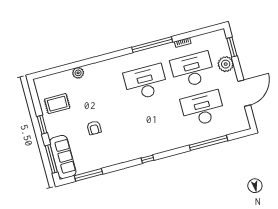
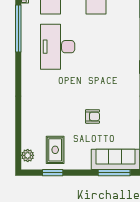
plant: (78, 73) -> (28, 155), moved
window: (42, 125) -> (53, 173), moved

